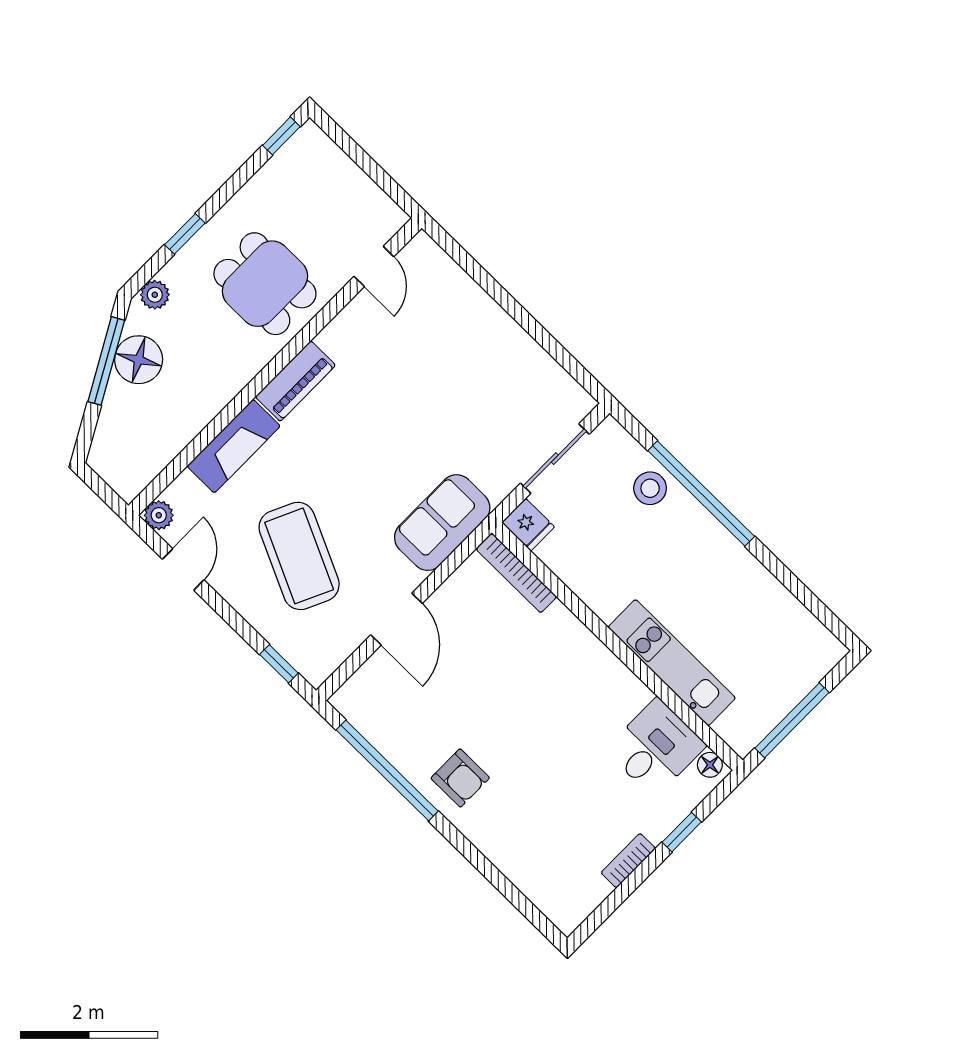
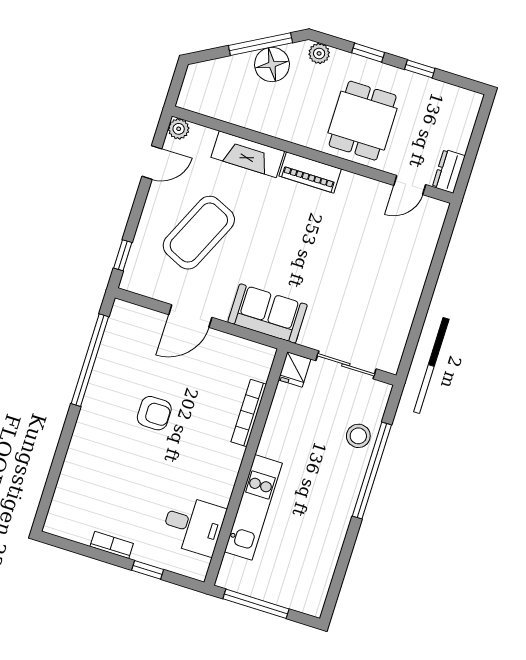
window: (281, 136) -> (420, 69), moved
dresser: (382, 210) -> (449, 171), added
bookcase: (516, 573) -> (249, 413), moved
floor lamp: (710, 765) -> (200, 566), removed
armchair: (460, 778) -> (154, 413), moved, turned -90

